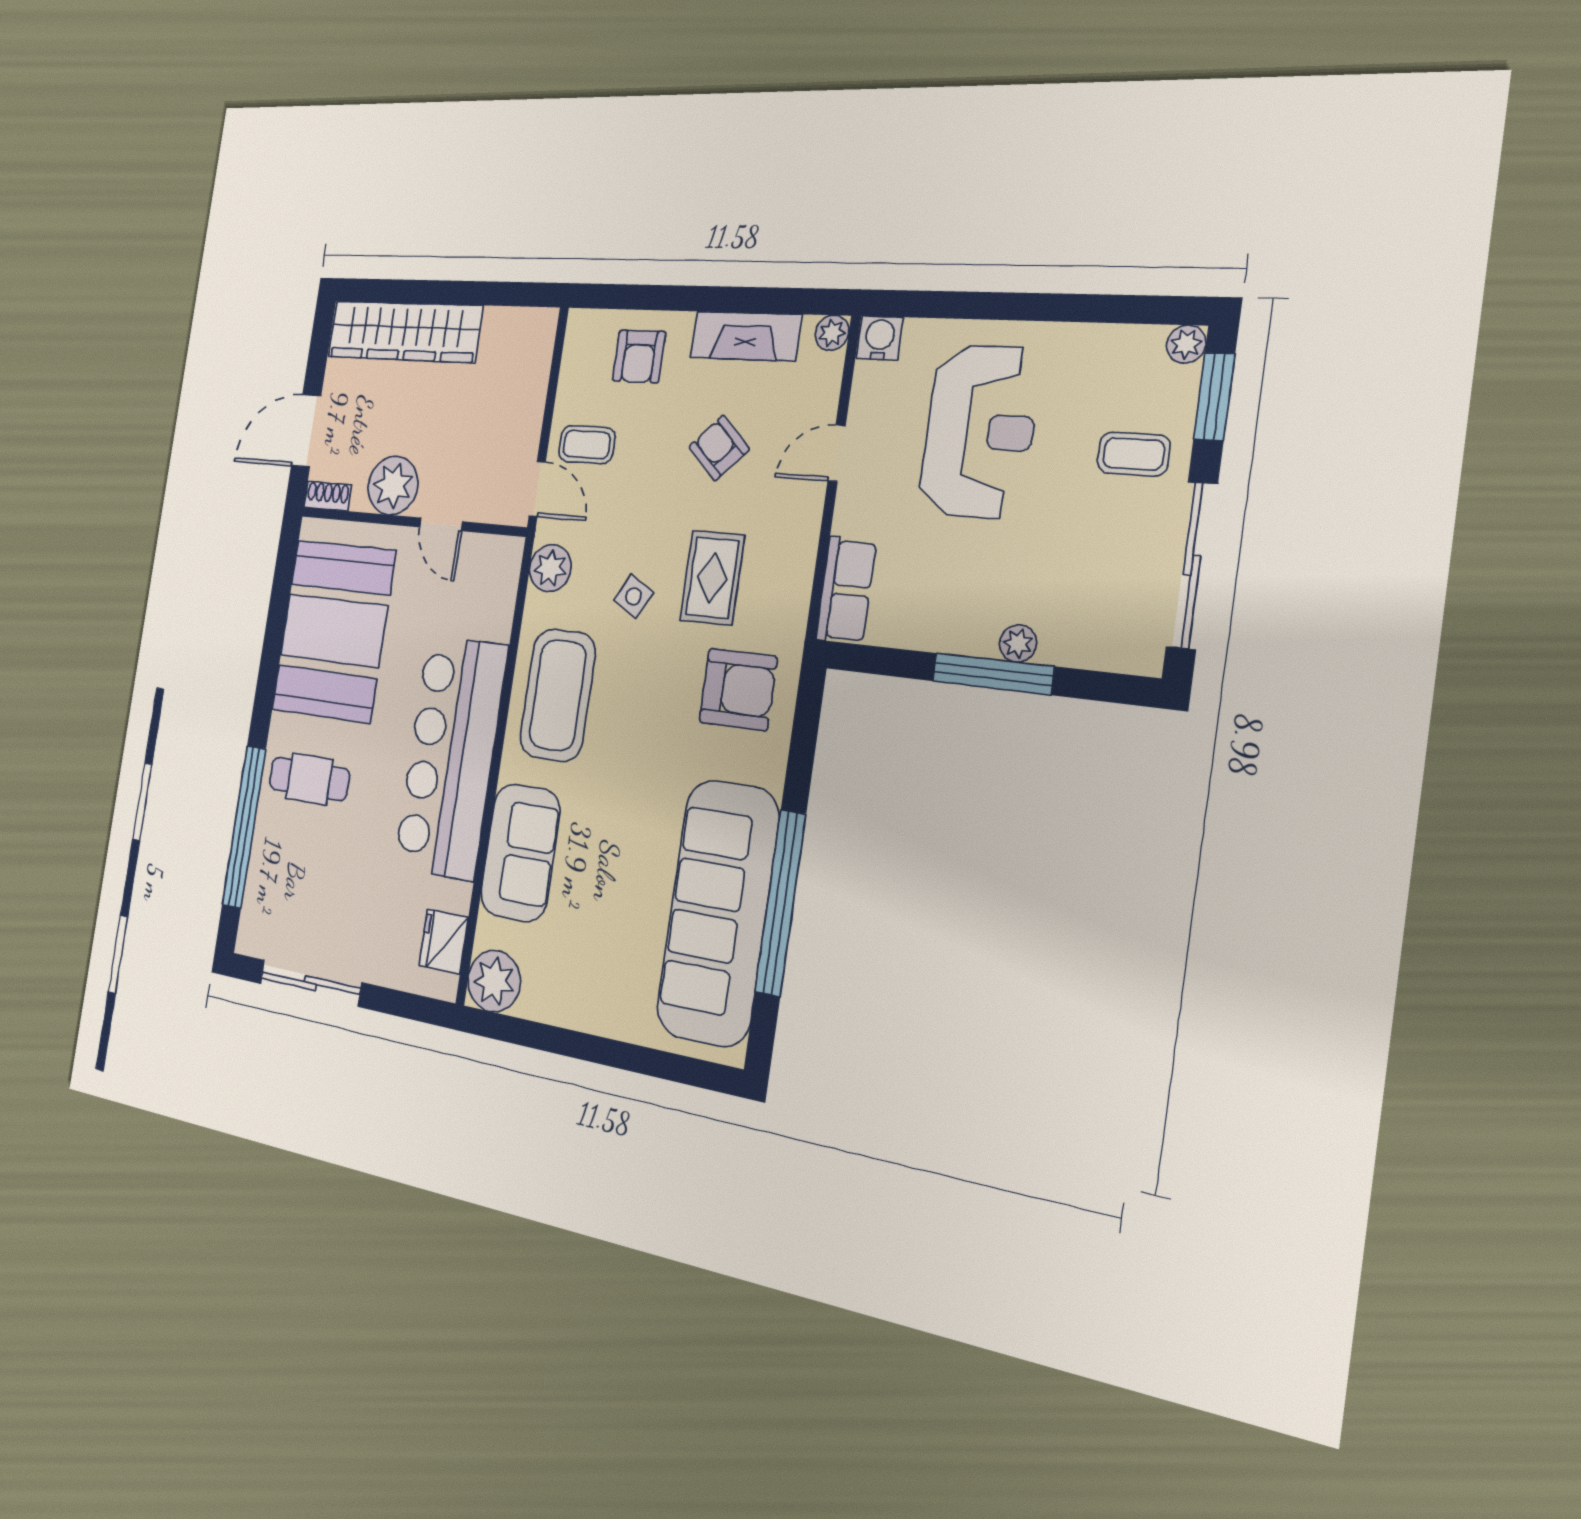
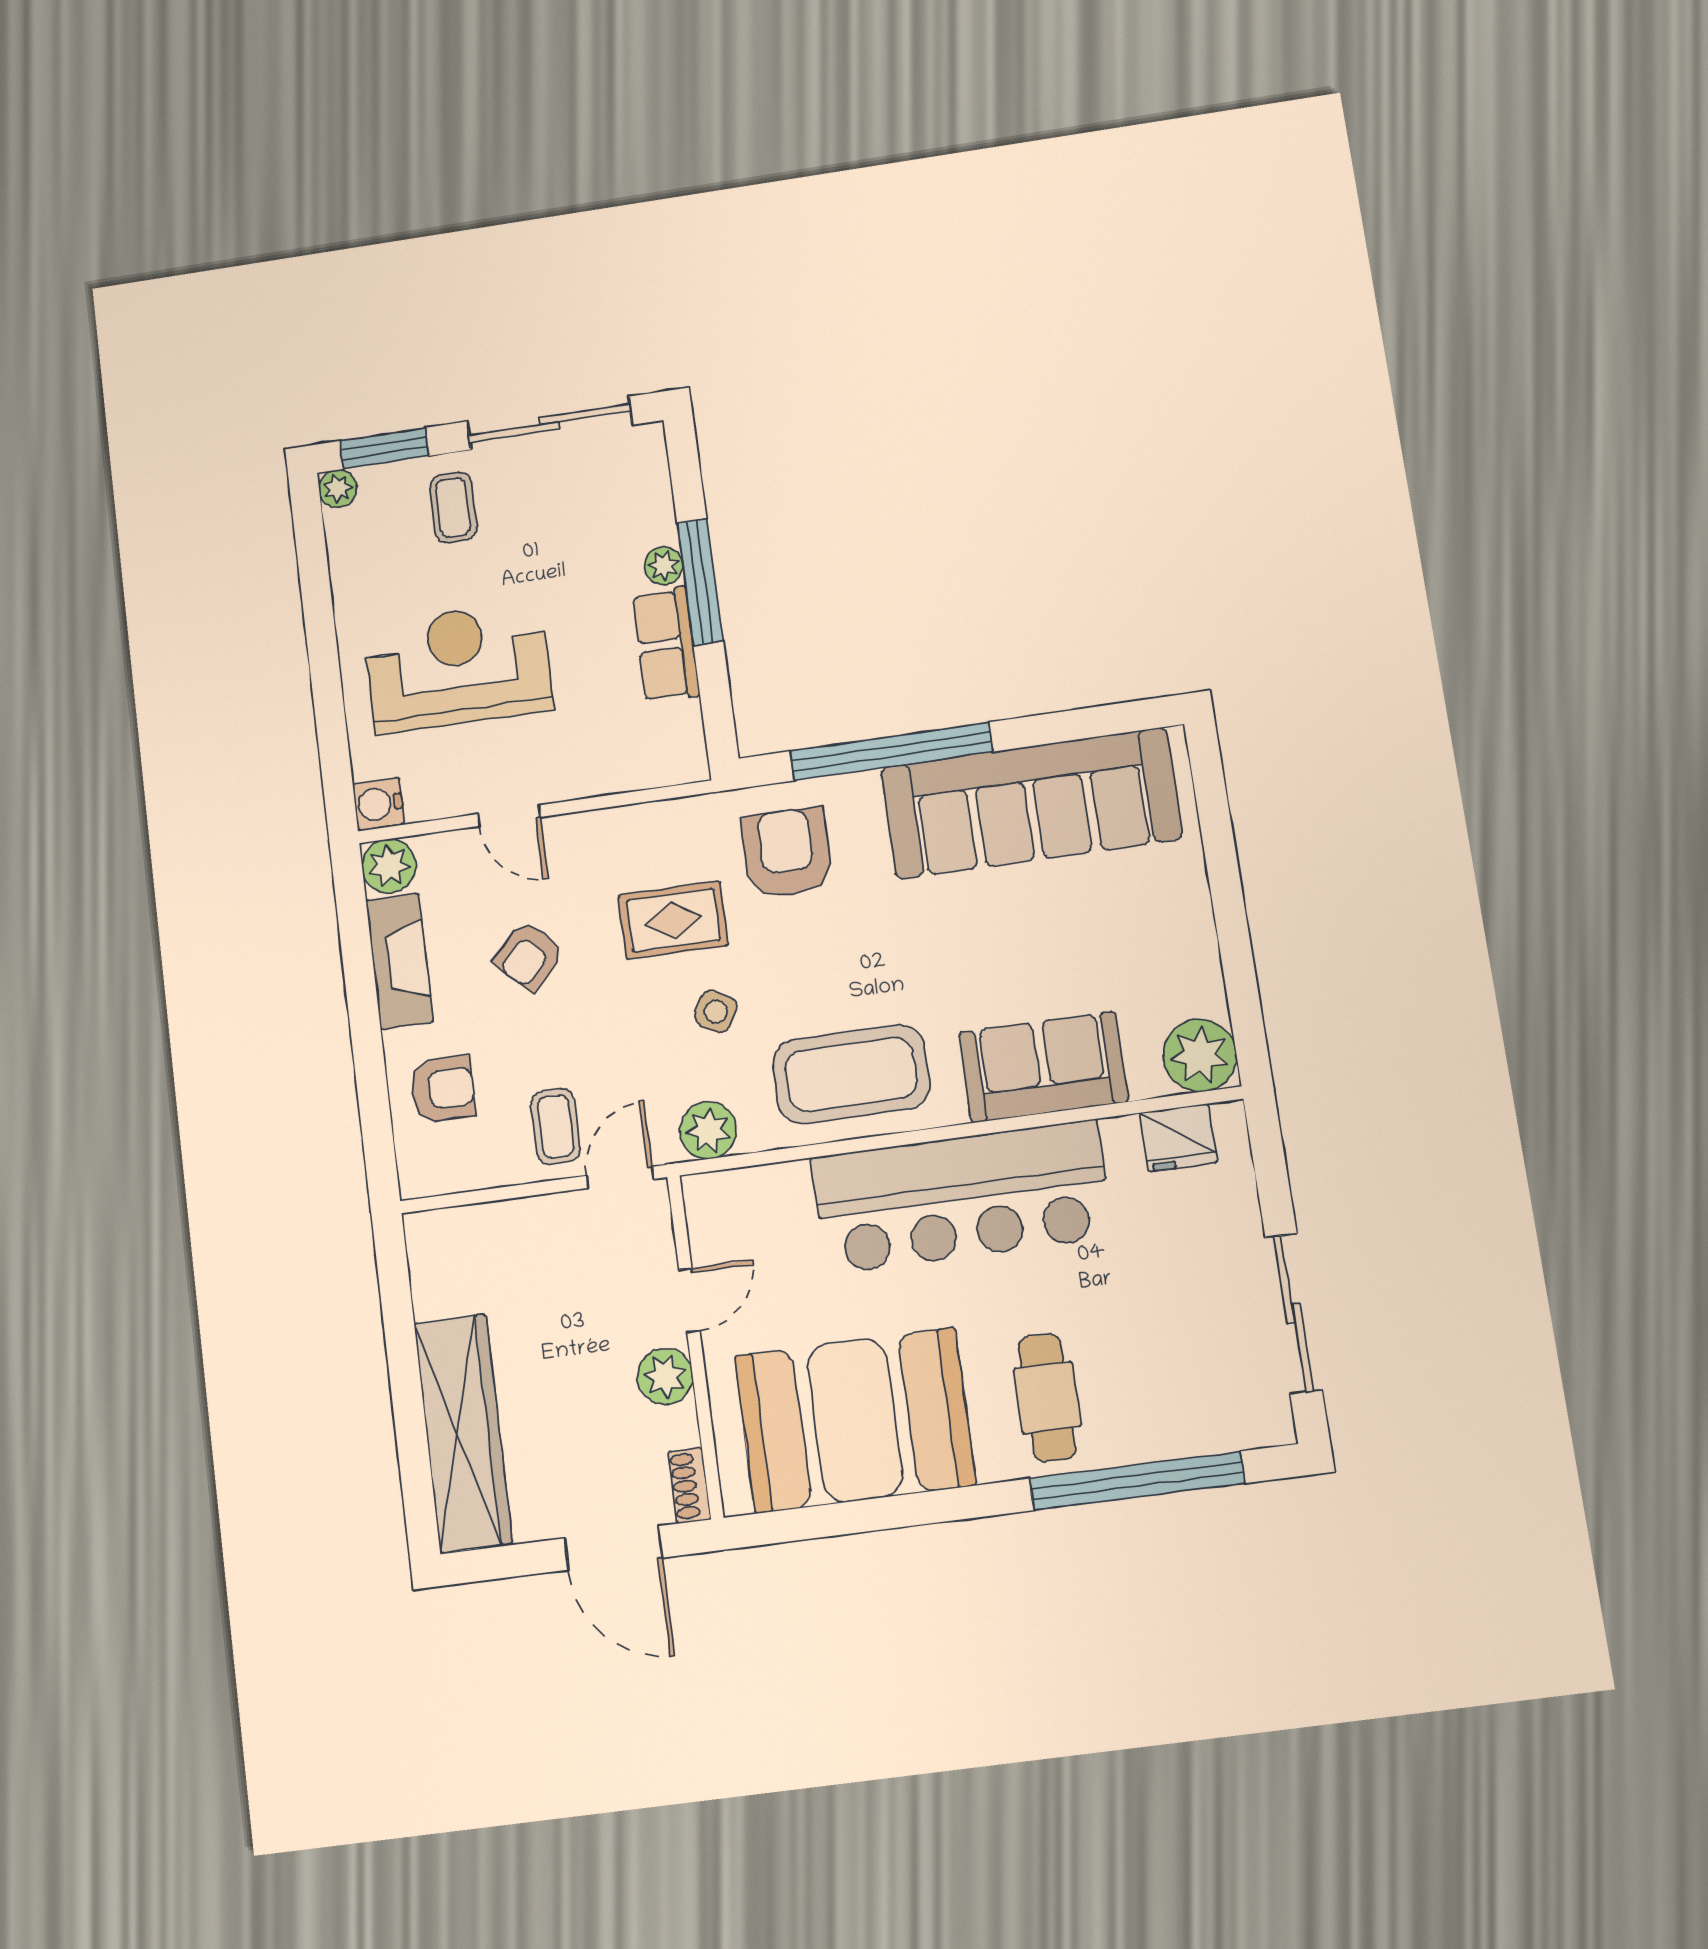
plant: (832, 333) -> (389, 866), width x1.38, depth x1.38
plant: (393, 486) -> (665, 1376), width x0.73, depth x0.73
row of seats: (846, 590) -> (666, 644), moved, turned -90
window: (780, 903) -> (891, 751), moved

